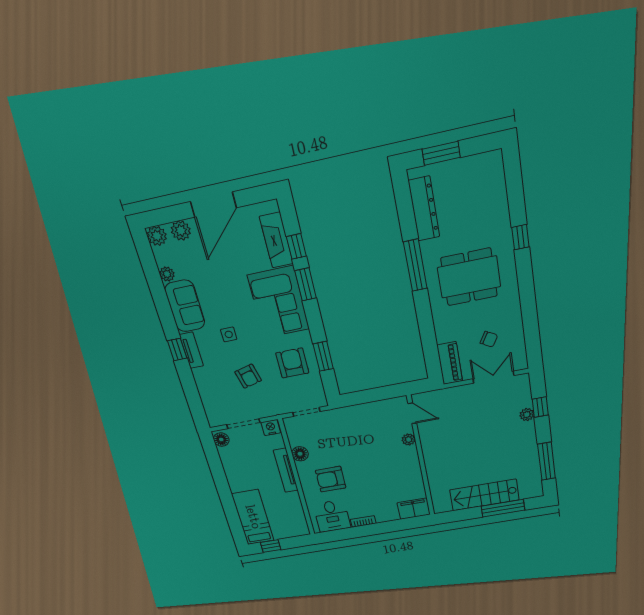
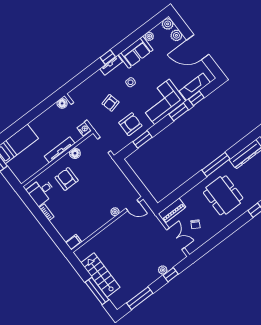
door: (412, 413) -> (132, 205), hinge flipped
filing cabinet: (414, 509) -> (74, 242), width x0.50

